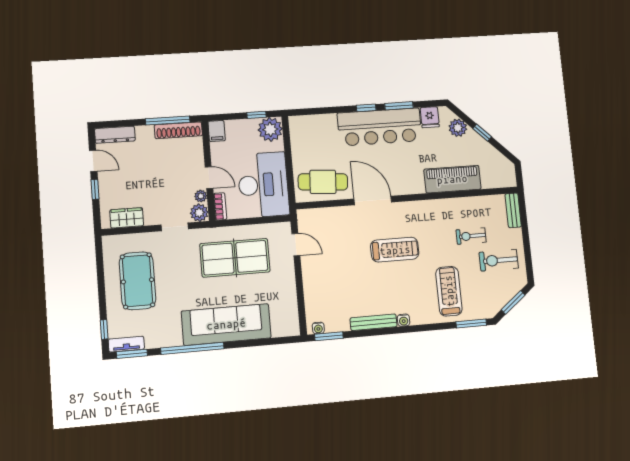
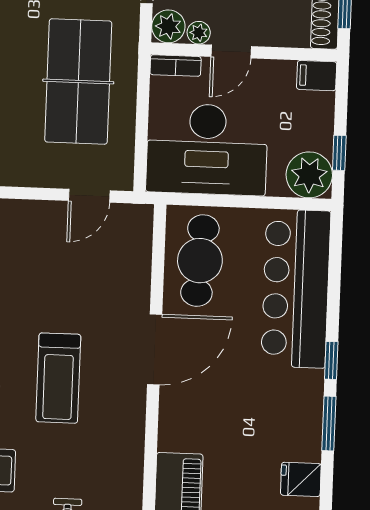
bar counter: (380, 127) -> (296, 289), moved

